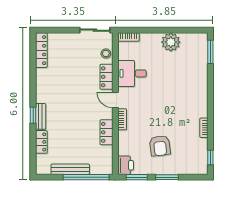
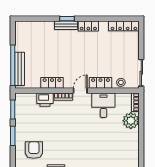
plant: (171, 42) -> (131, 121), moved
locker: (41, 142) -> (88, 26), moved
armchair: (160, 146) -> (34, 150), moved, turned 97
printer: (126, 165) -> (45, 100), moved
bench: (70, 169) -> (20, 69), moved

